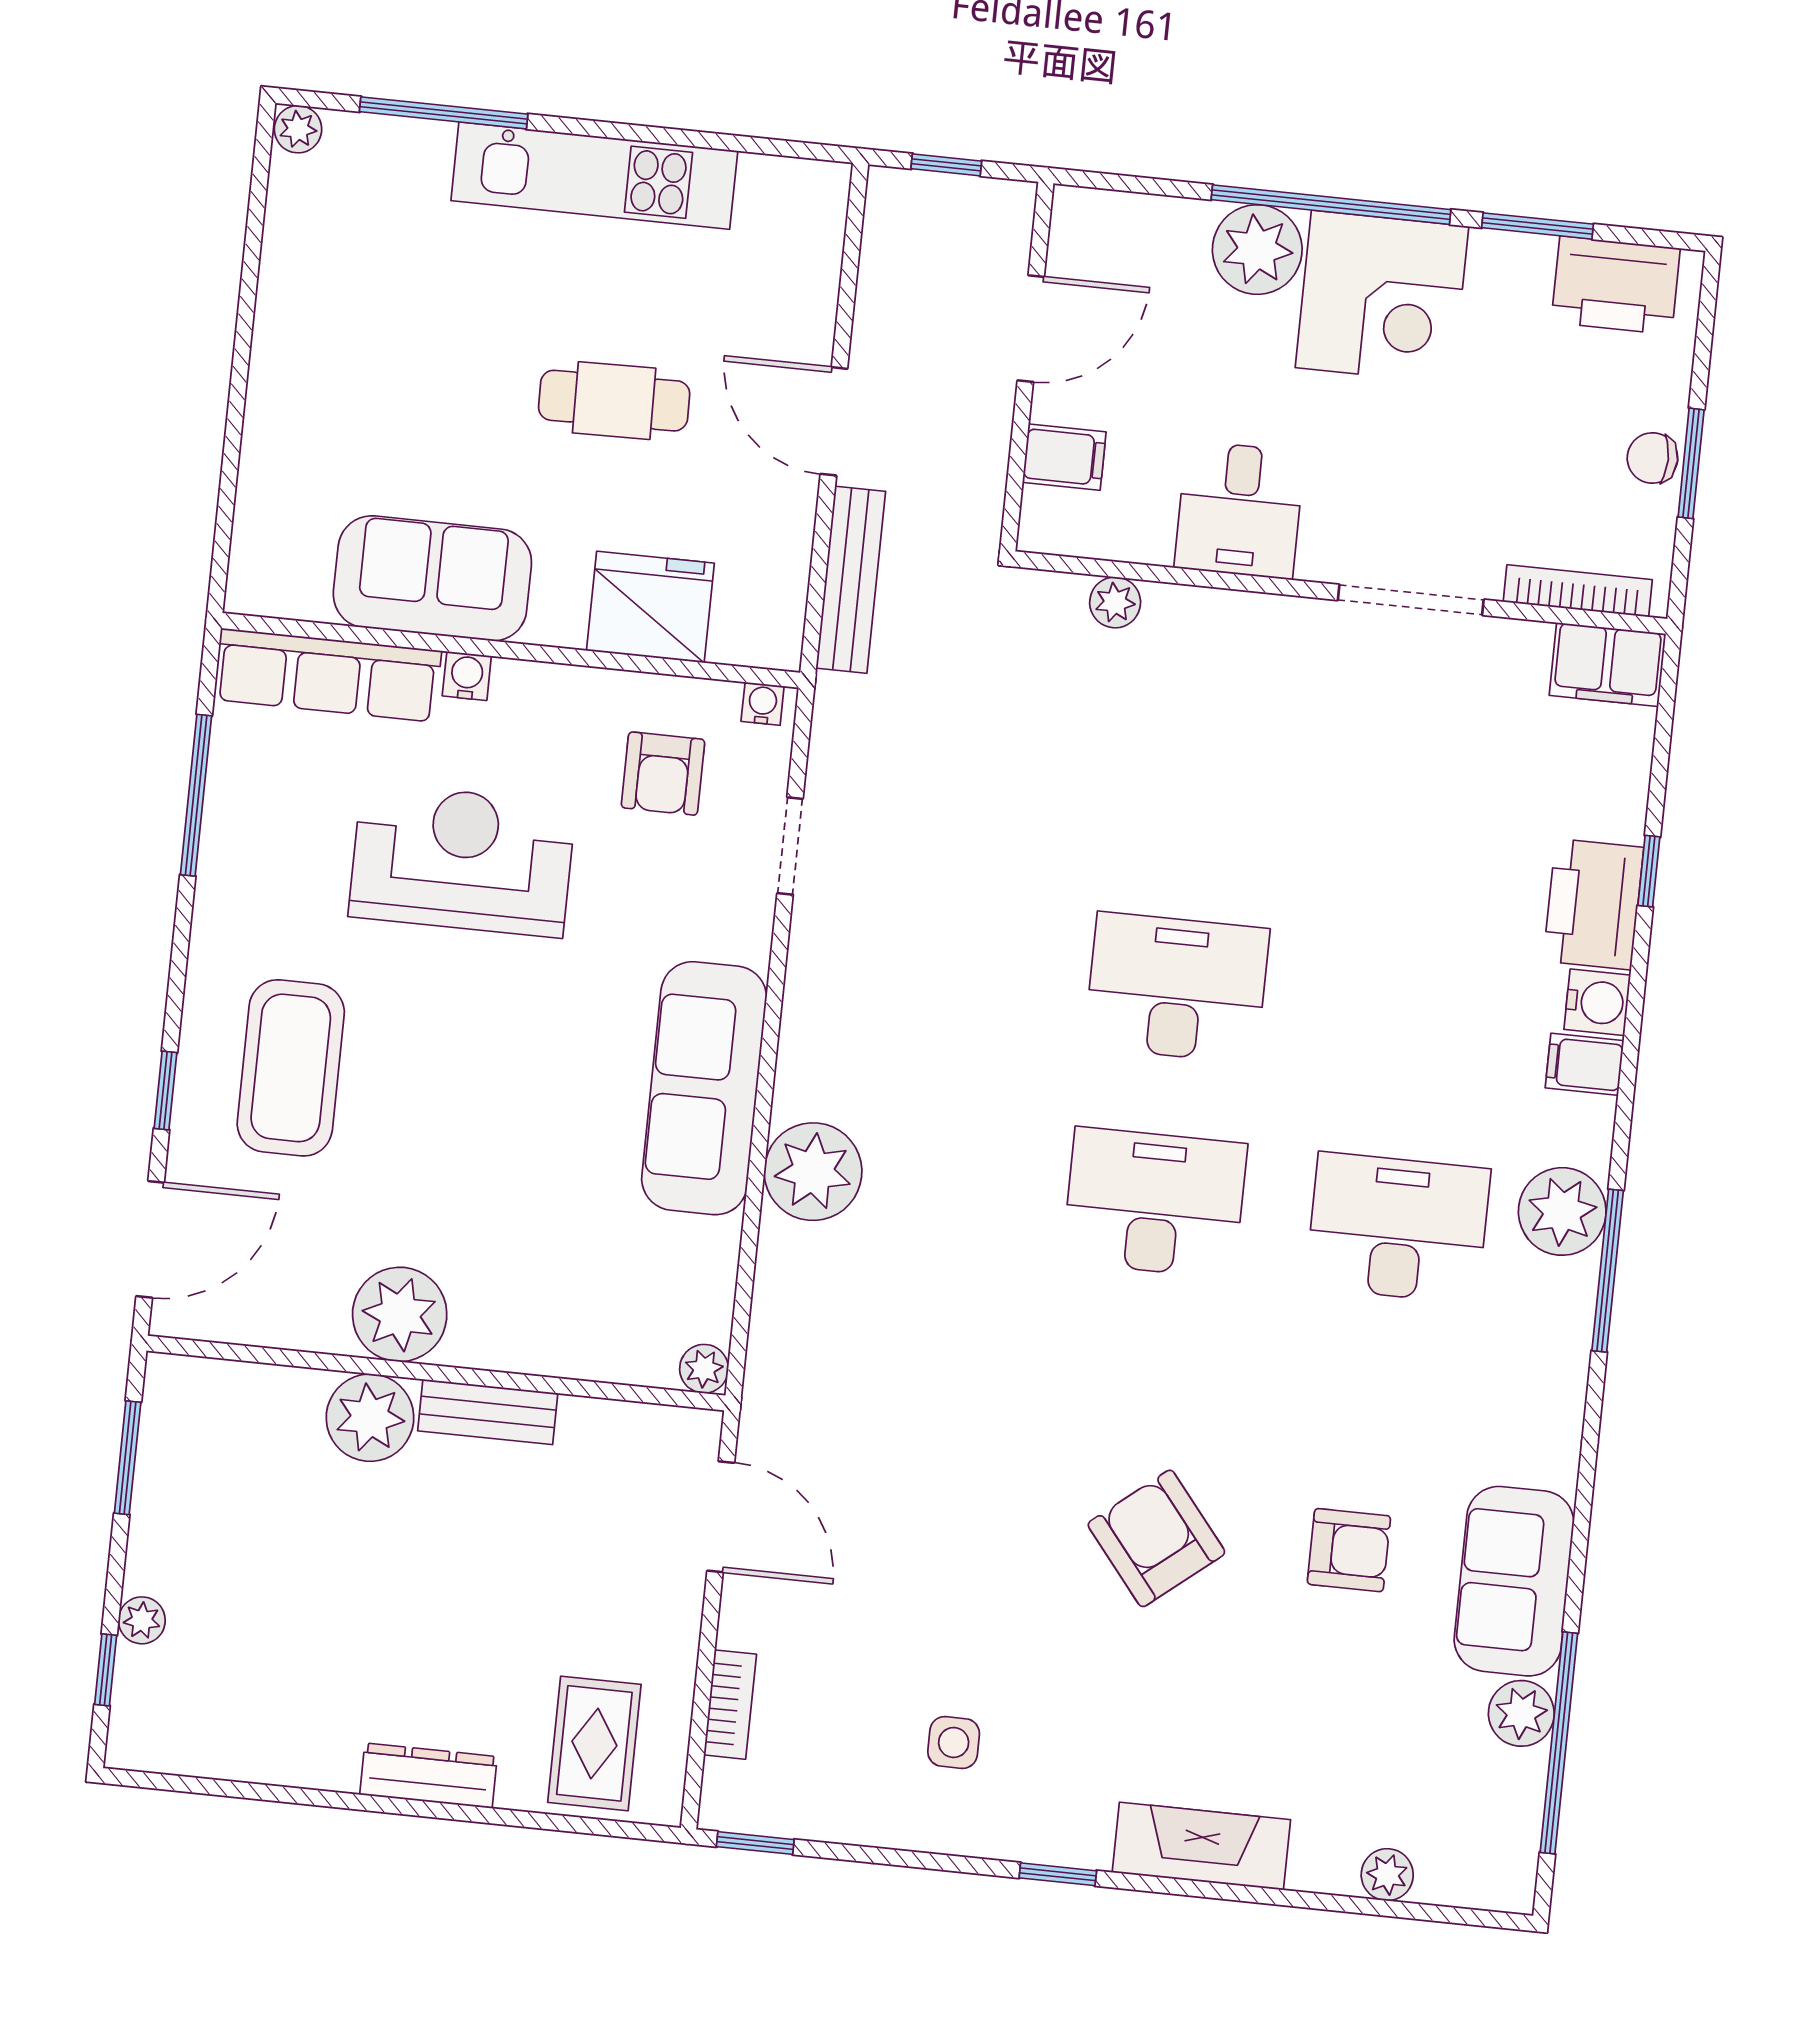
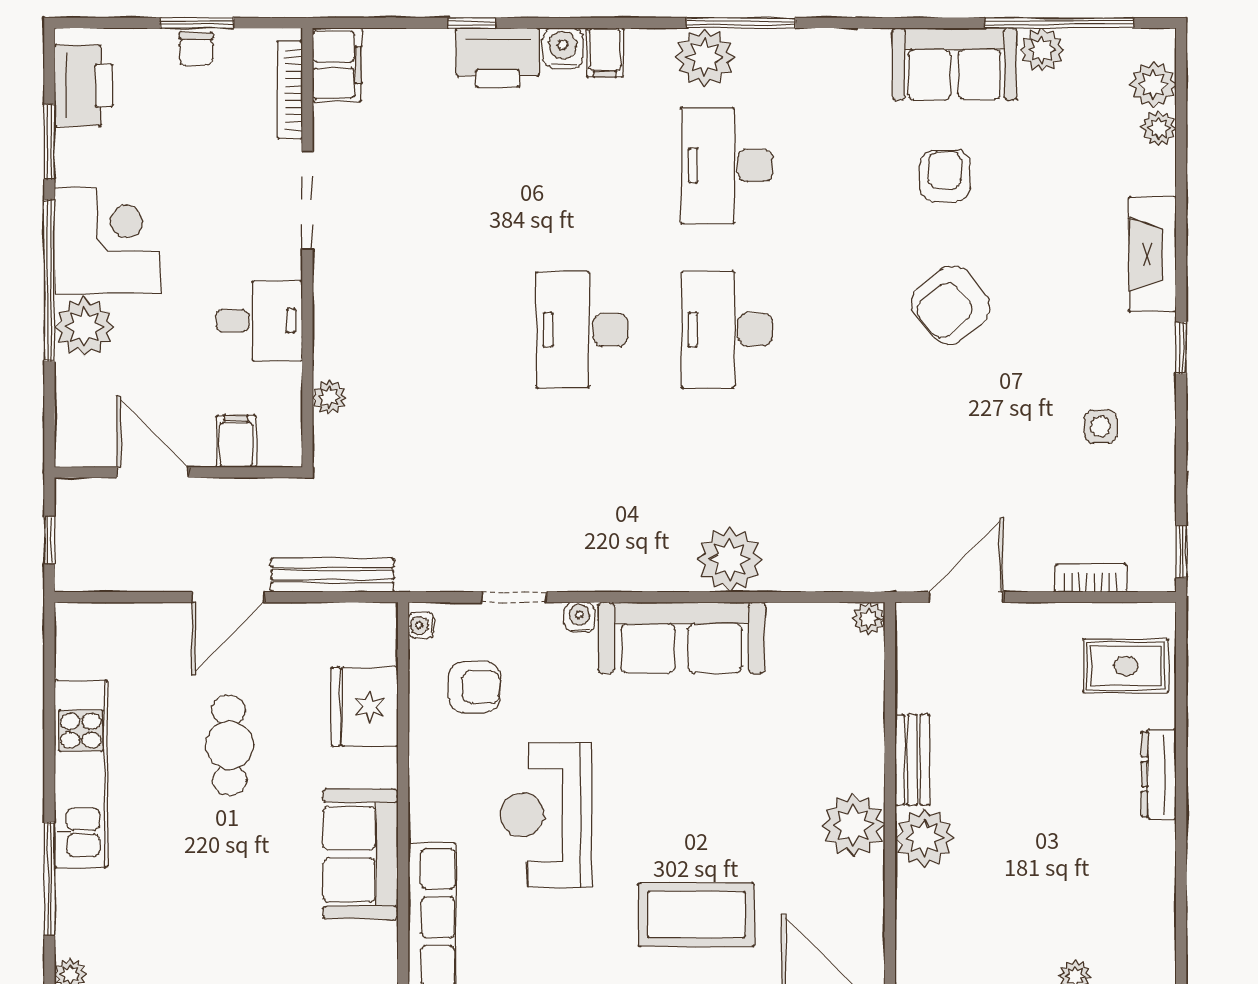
water cooler: (467, 676) -> (579, 617), moved, turned 90
plant: (1453, 1873) -> (1153, 84), added

